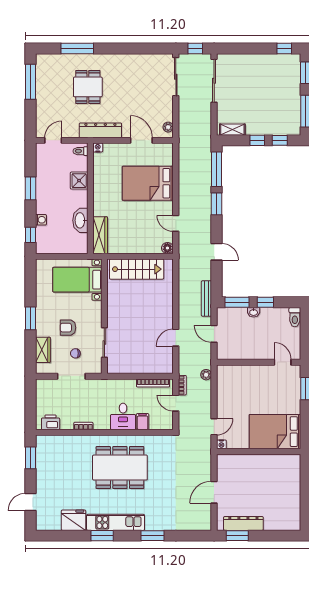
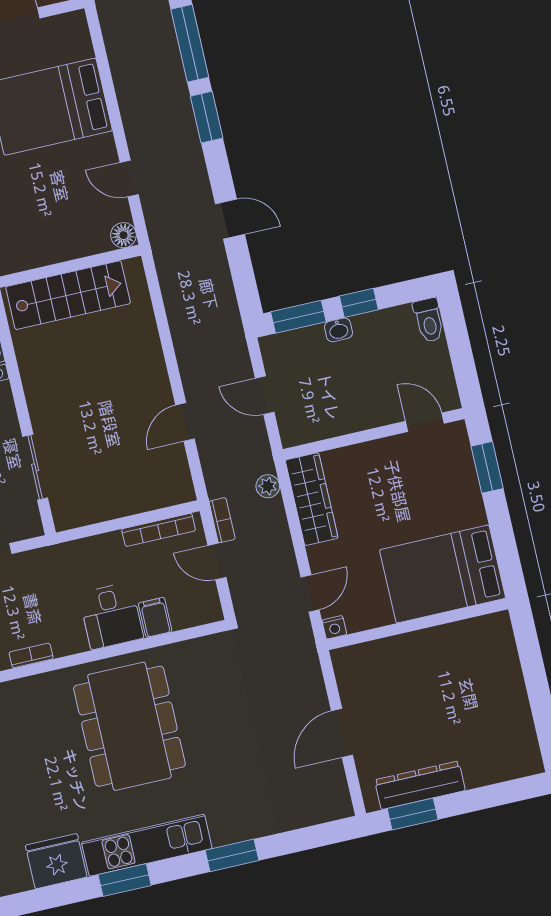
bench: (206, 298) -> (231, 324), removed
wardrobe: (224, 385) -> (312, 499), added
dining table: (120, 468) -> (129, 726), turned 90

